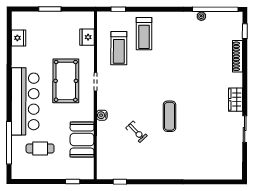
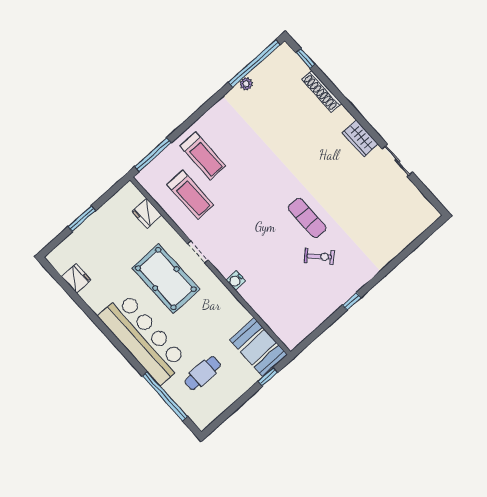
window: (118, 9) -> (153, 155), width x2.17
exercise bike: (136, 132) -> (319, 256), moved
booth: (82, 140) -> (258, 347), moved
window: (120, 182) -> (352, 301), moved

